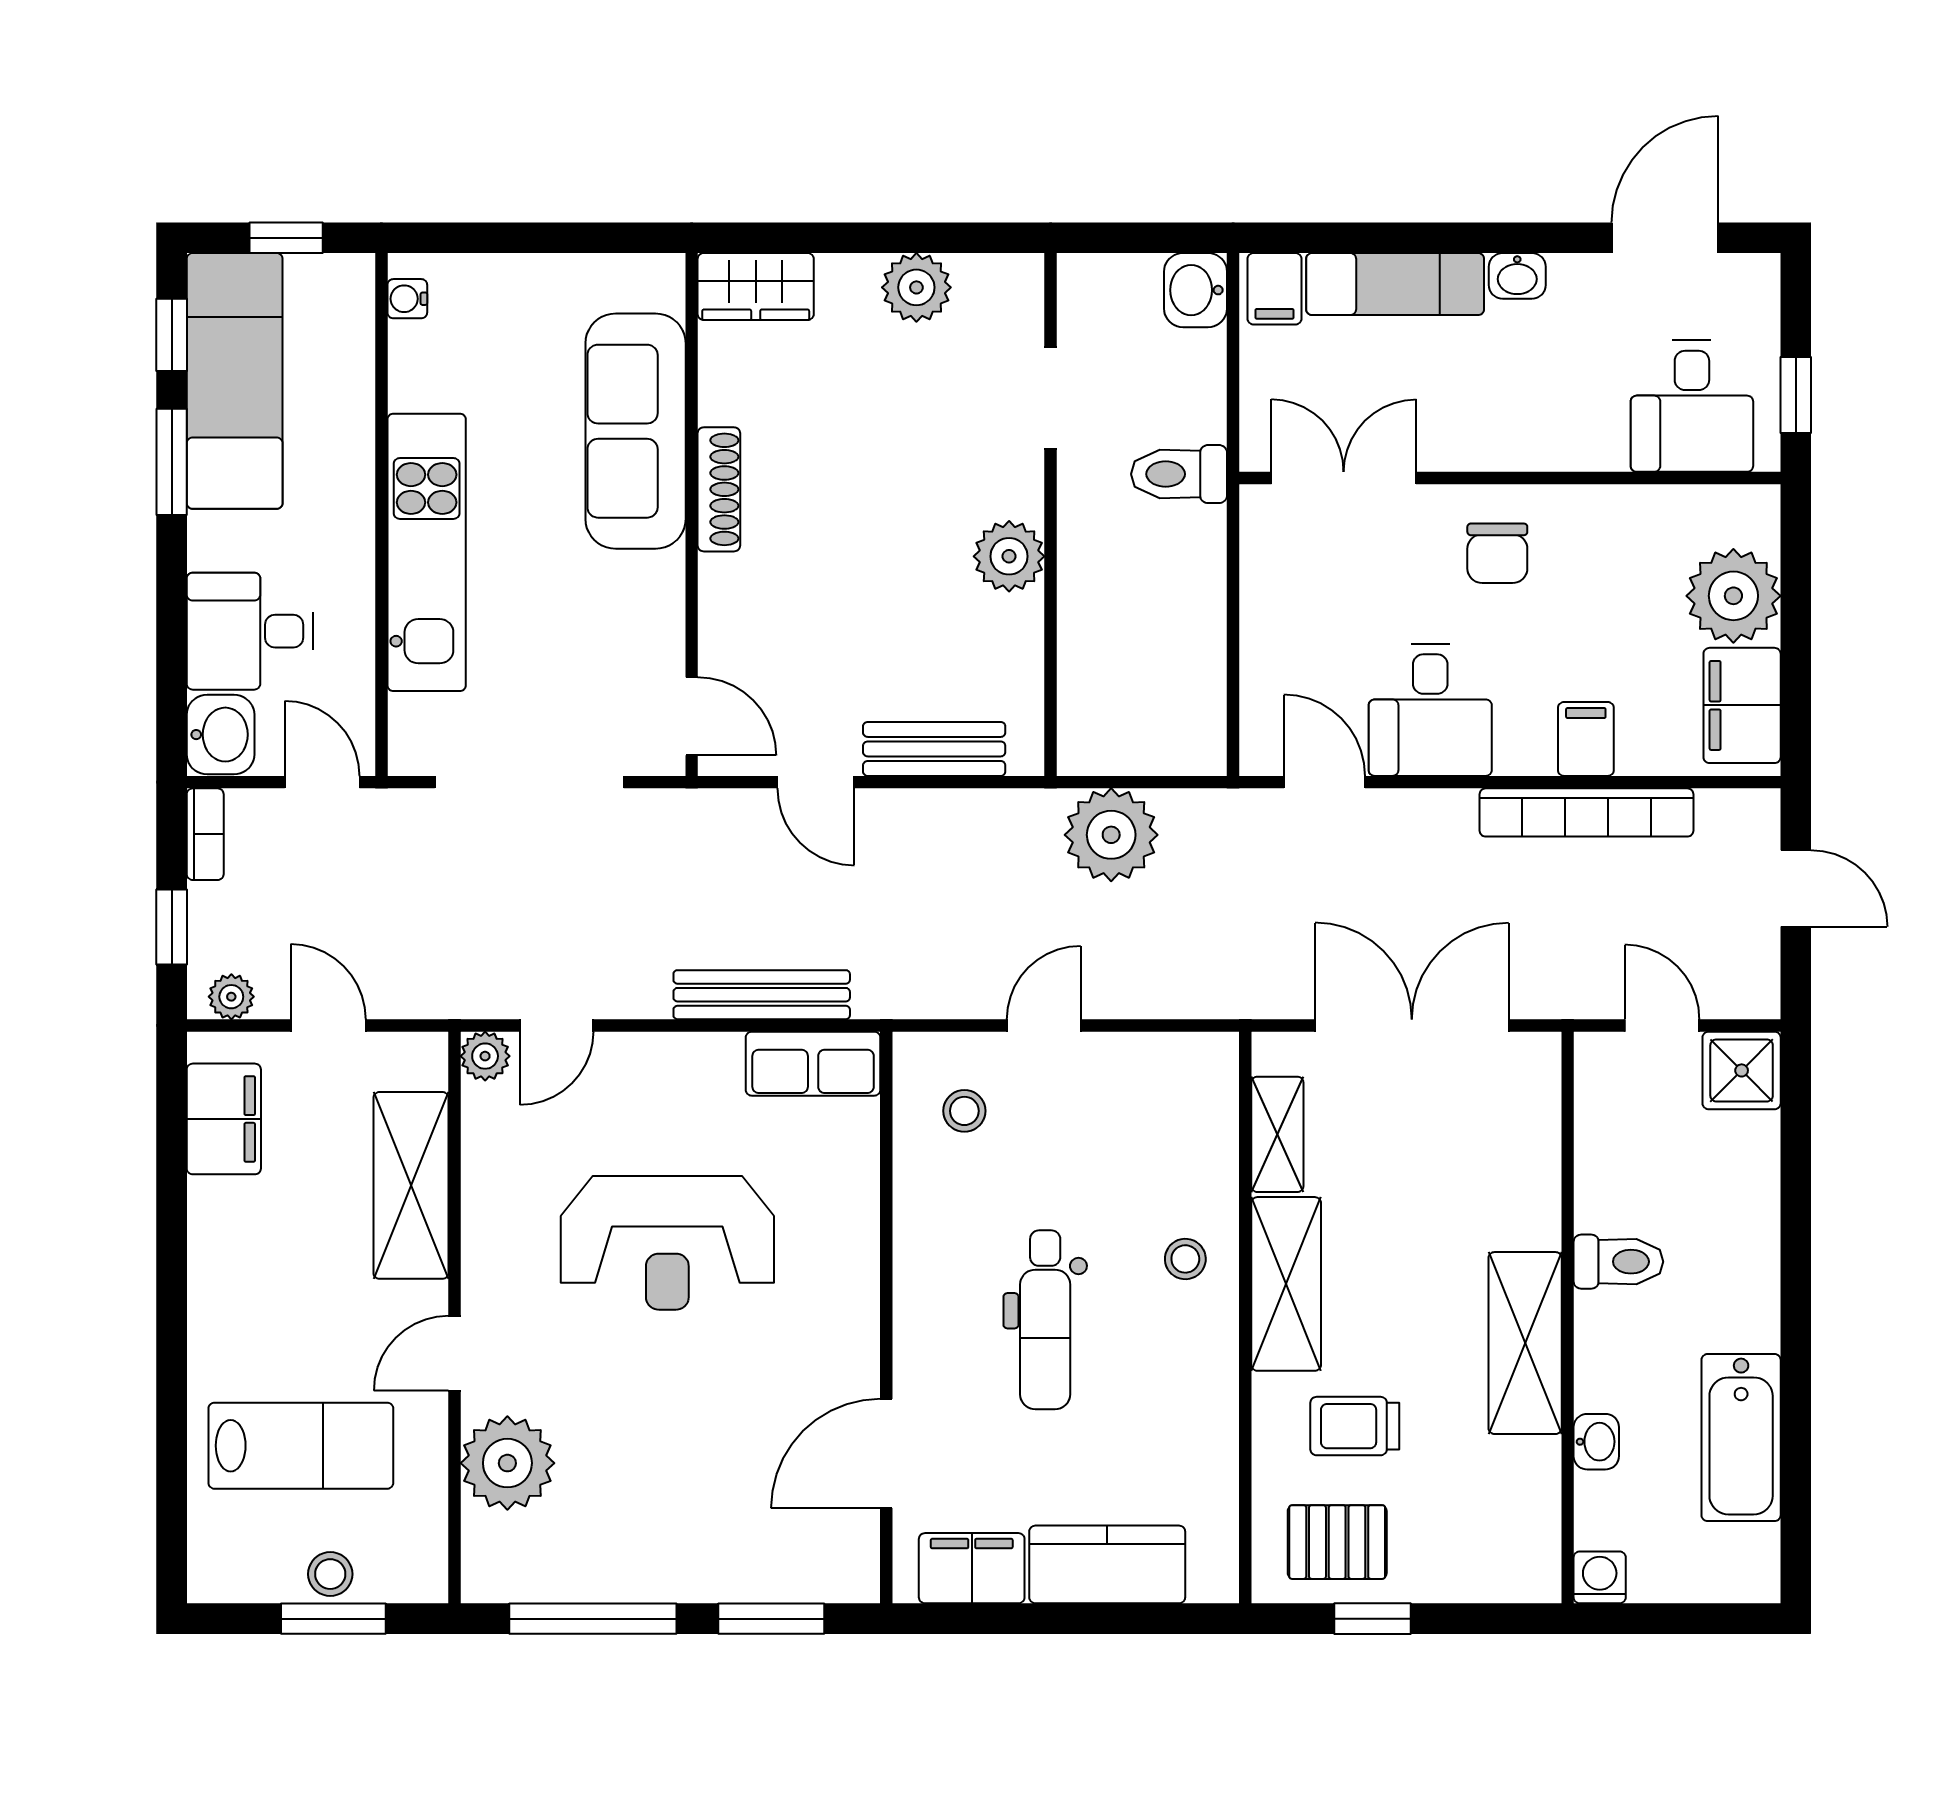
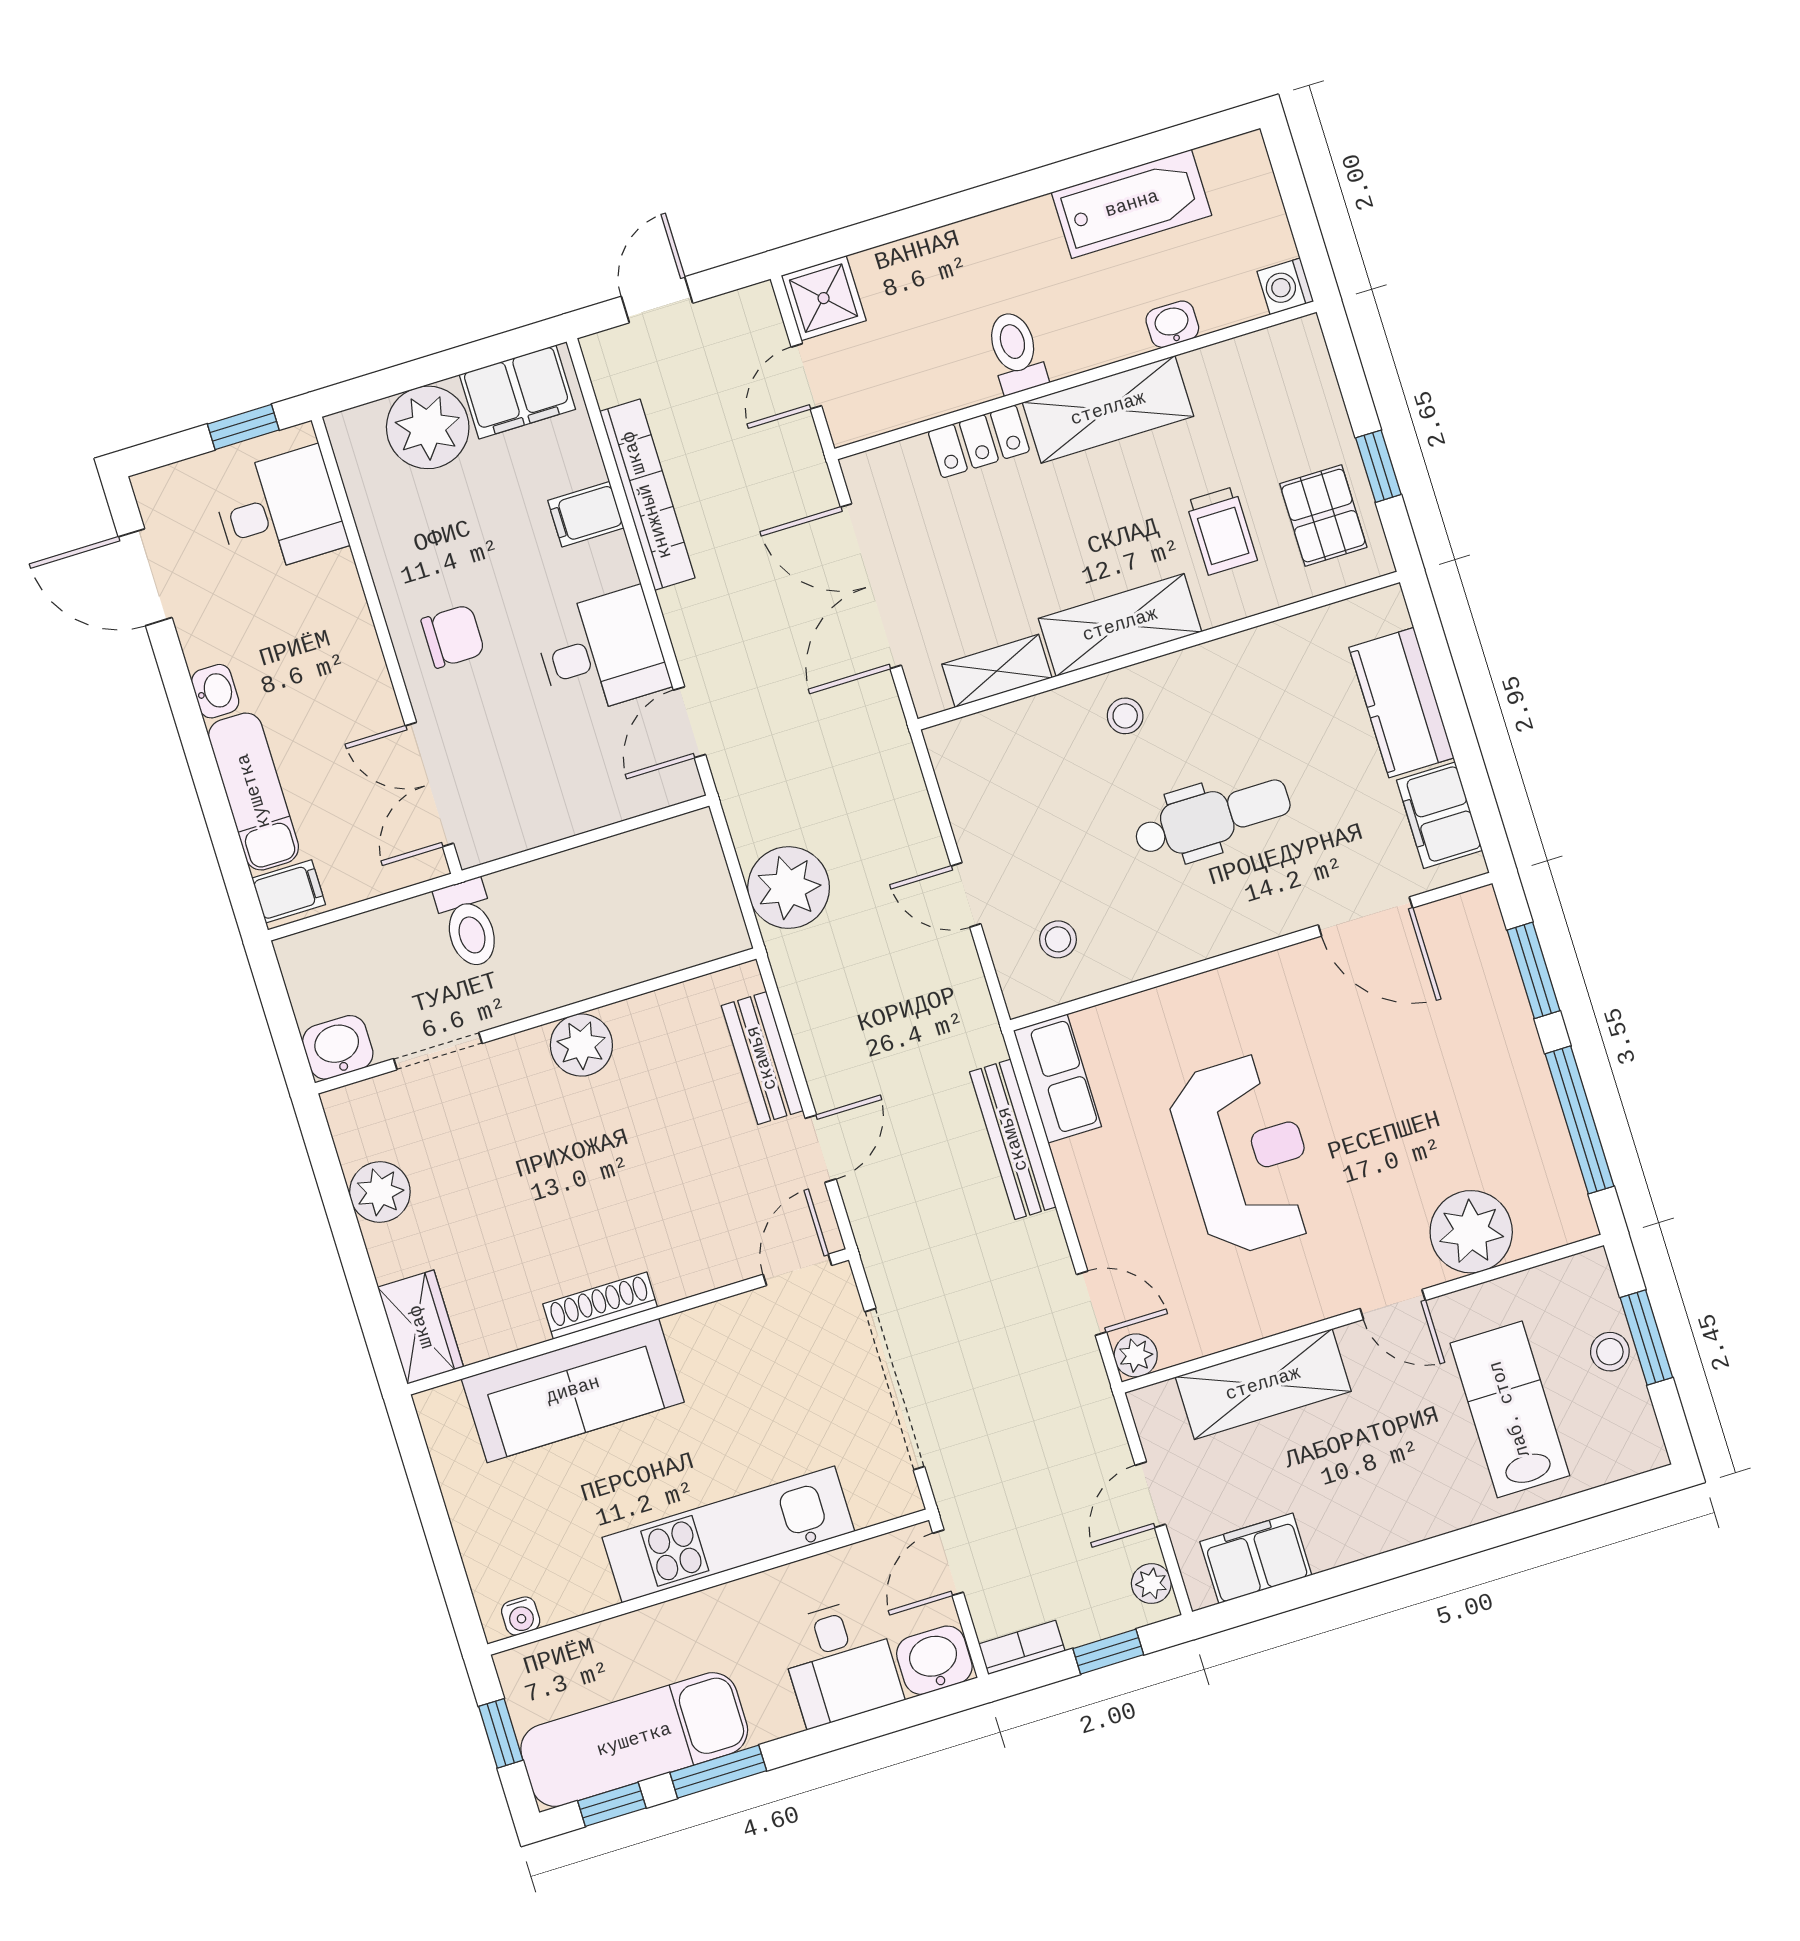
washbasin: (1196, 290) -> (338, 1047), moved, turned 180
locker: (1533, 1192) -> (979, 441), added

